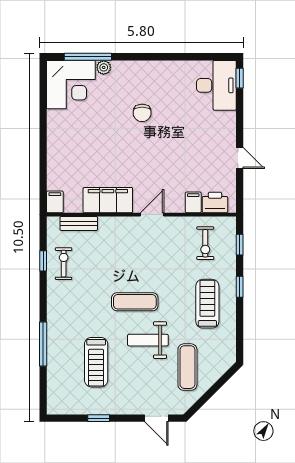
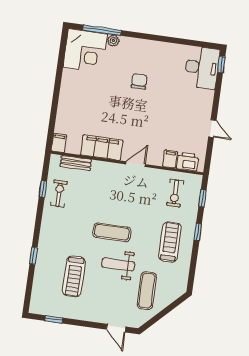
chair: (142, 113) -> (139, 81), turned 180
window: (43, 344) -> (34, 256), width x0.46
window: (99, 418) -> (54, 319), moved

